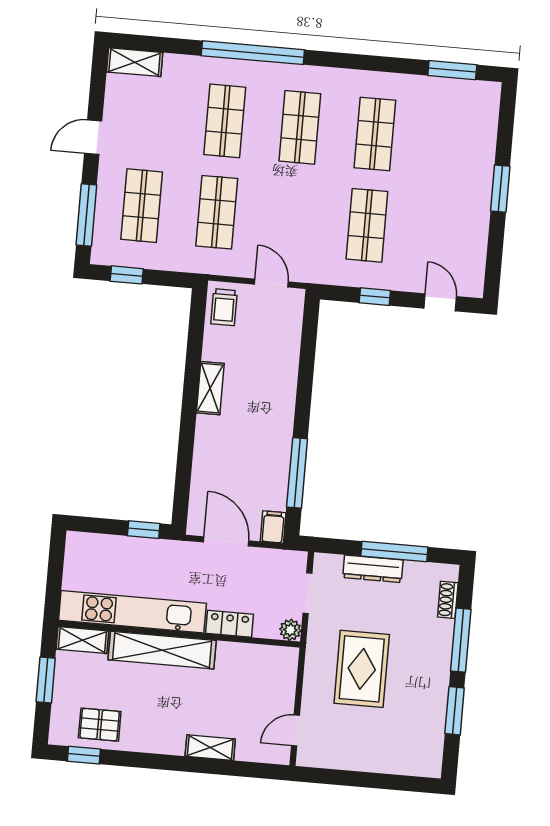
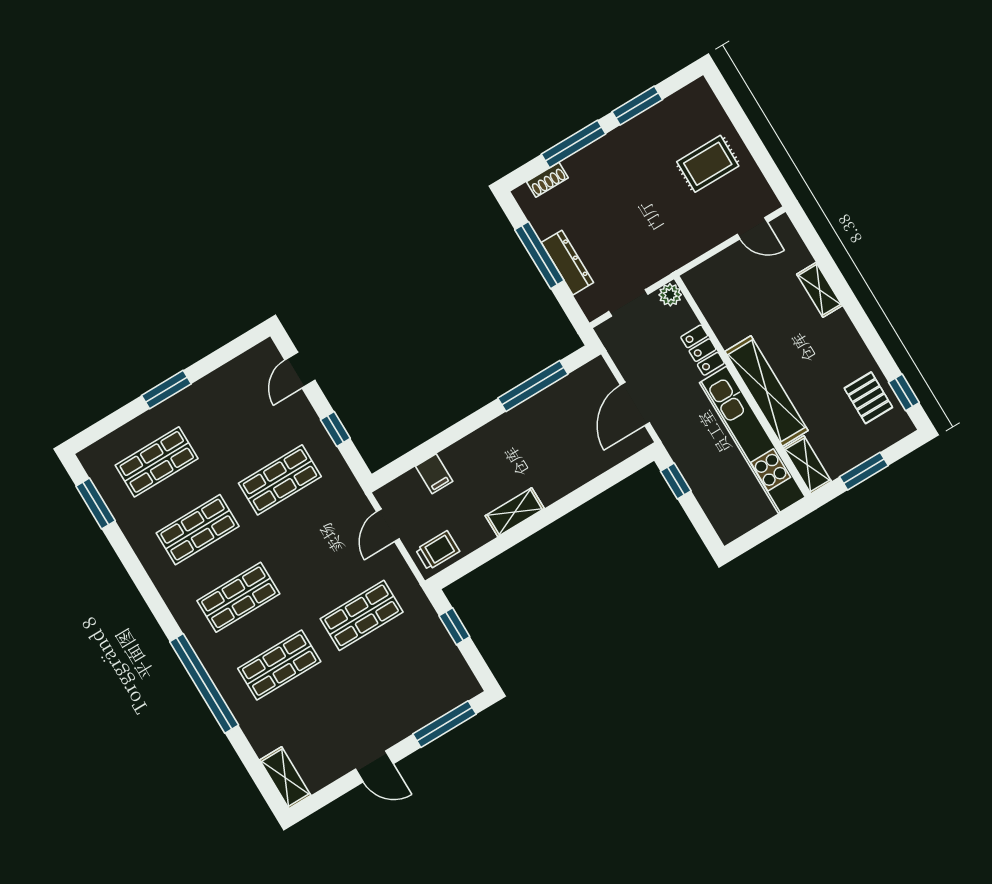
shop shelf: (142, 206) -> (157, 462), moved
window: (127, 275) -> (454, 626), moved
filing cabinet: (273, 527) -> (434, 474), moved, turned -90
rug: (362, 669) -> (708, 164), moved, width x0.73, depth x0.70

